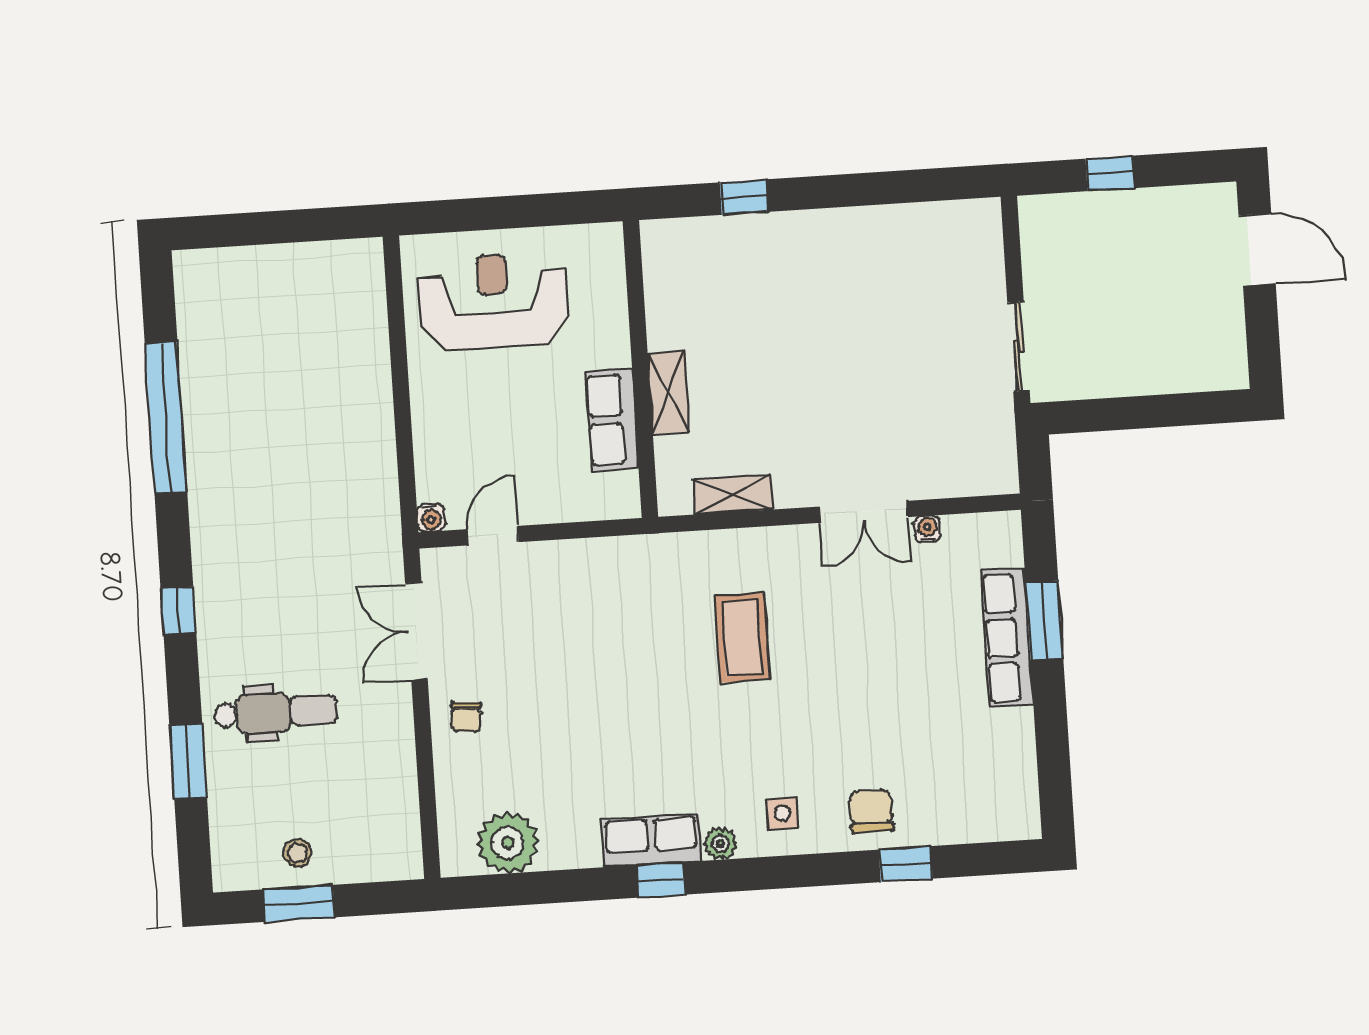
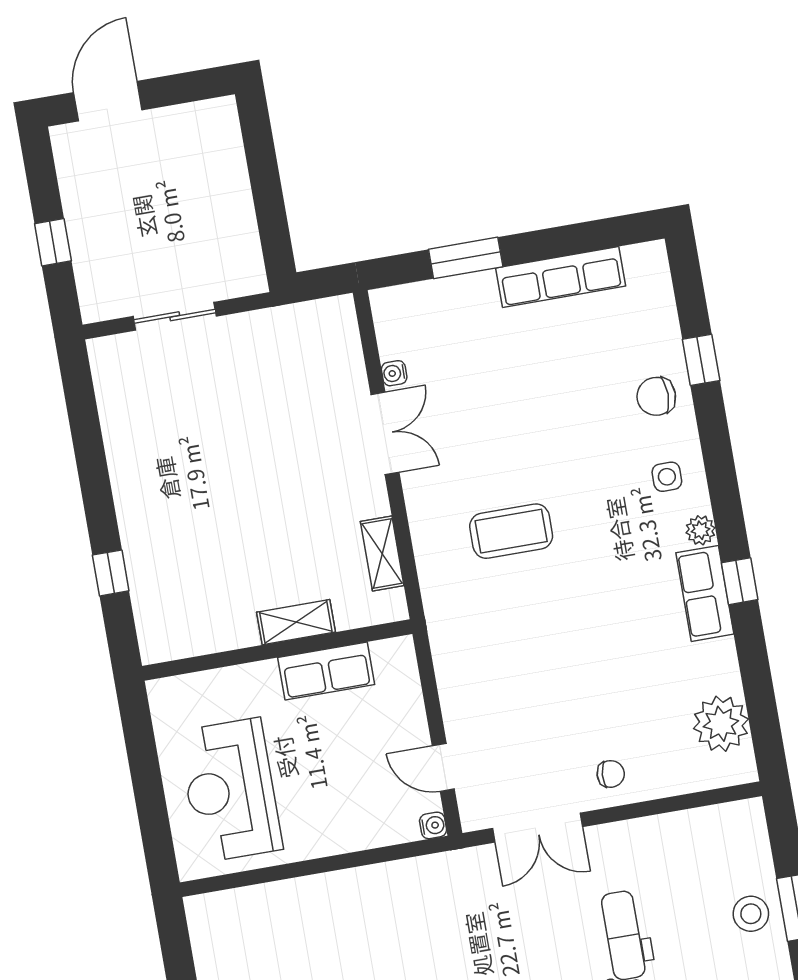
sliding door: (1018, 347) -> (175, 316), moved
row of seats: (1007, 638) -> (561, 277), moved
stool: (297, 853) -> (751, 914), width x1.37, depth x1.37

